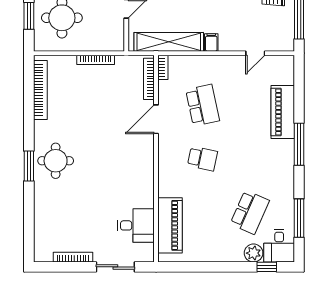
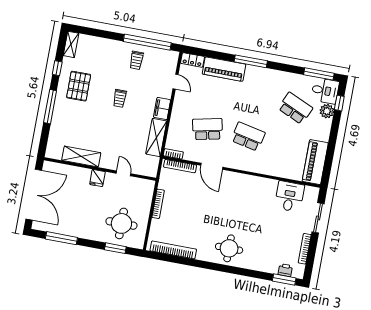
shelving: (169, 42) -> (156, 137), width x0.68
filing cabinet: (211, 42) -> (162, 109), width x2.00
locker: (287, 70) -> (193, 60), added
school desk: (203, 159) -> (248, 137), width x1.85
window: (29, 166) -> (284, 280), moved
window: (299, 218) -> (319, 74), moved
piano: (170, 225) -> (315, 162), moved, turned -90
printer: (41, 238) -> (285, 270), added

